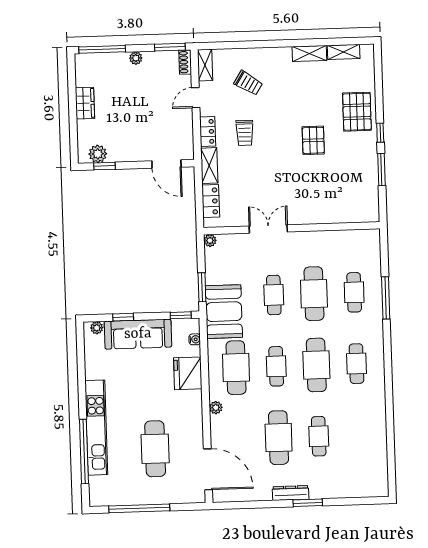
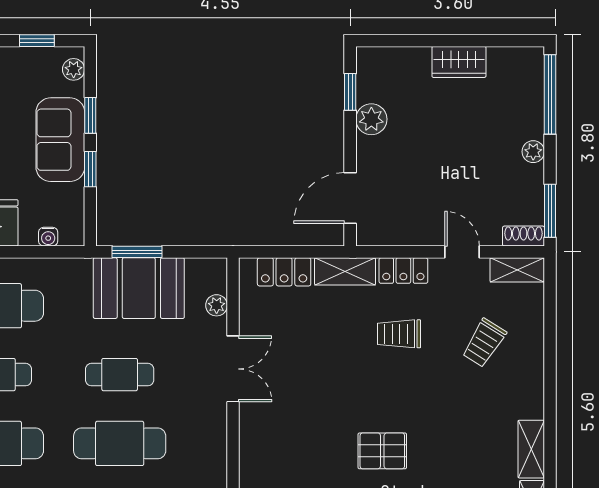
plant: (98, 154) -> (371, 119), moved
plant: (210, 241) -> (217, 305), moved
booth: (224, 312) -> (139, 288), moved
window: (181, 315) -> (90, 169), moved
sofa: (138, 334) -> (60, 140), width x0.73
window: (81, 350) -> (37, 41), added

